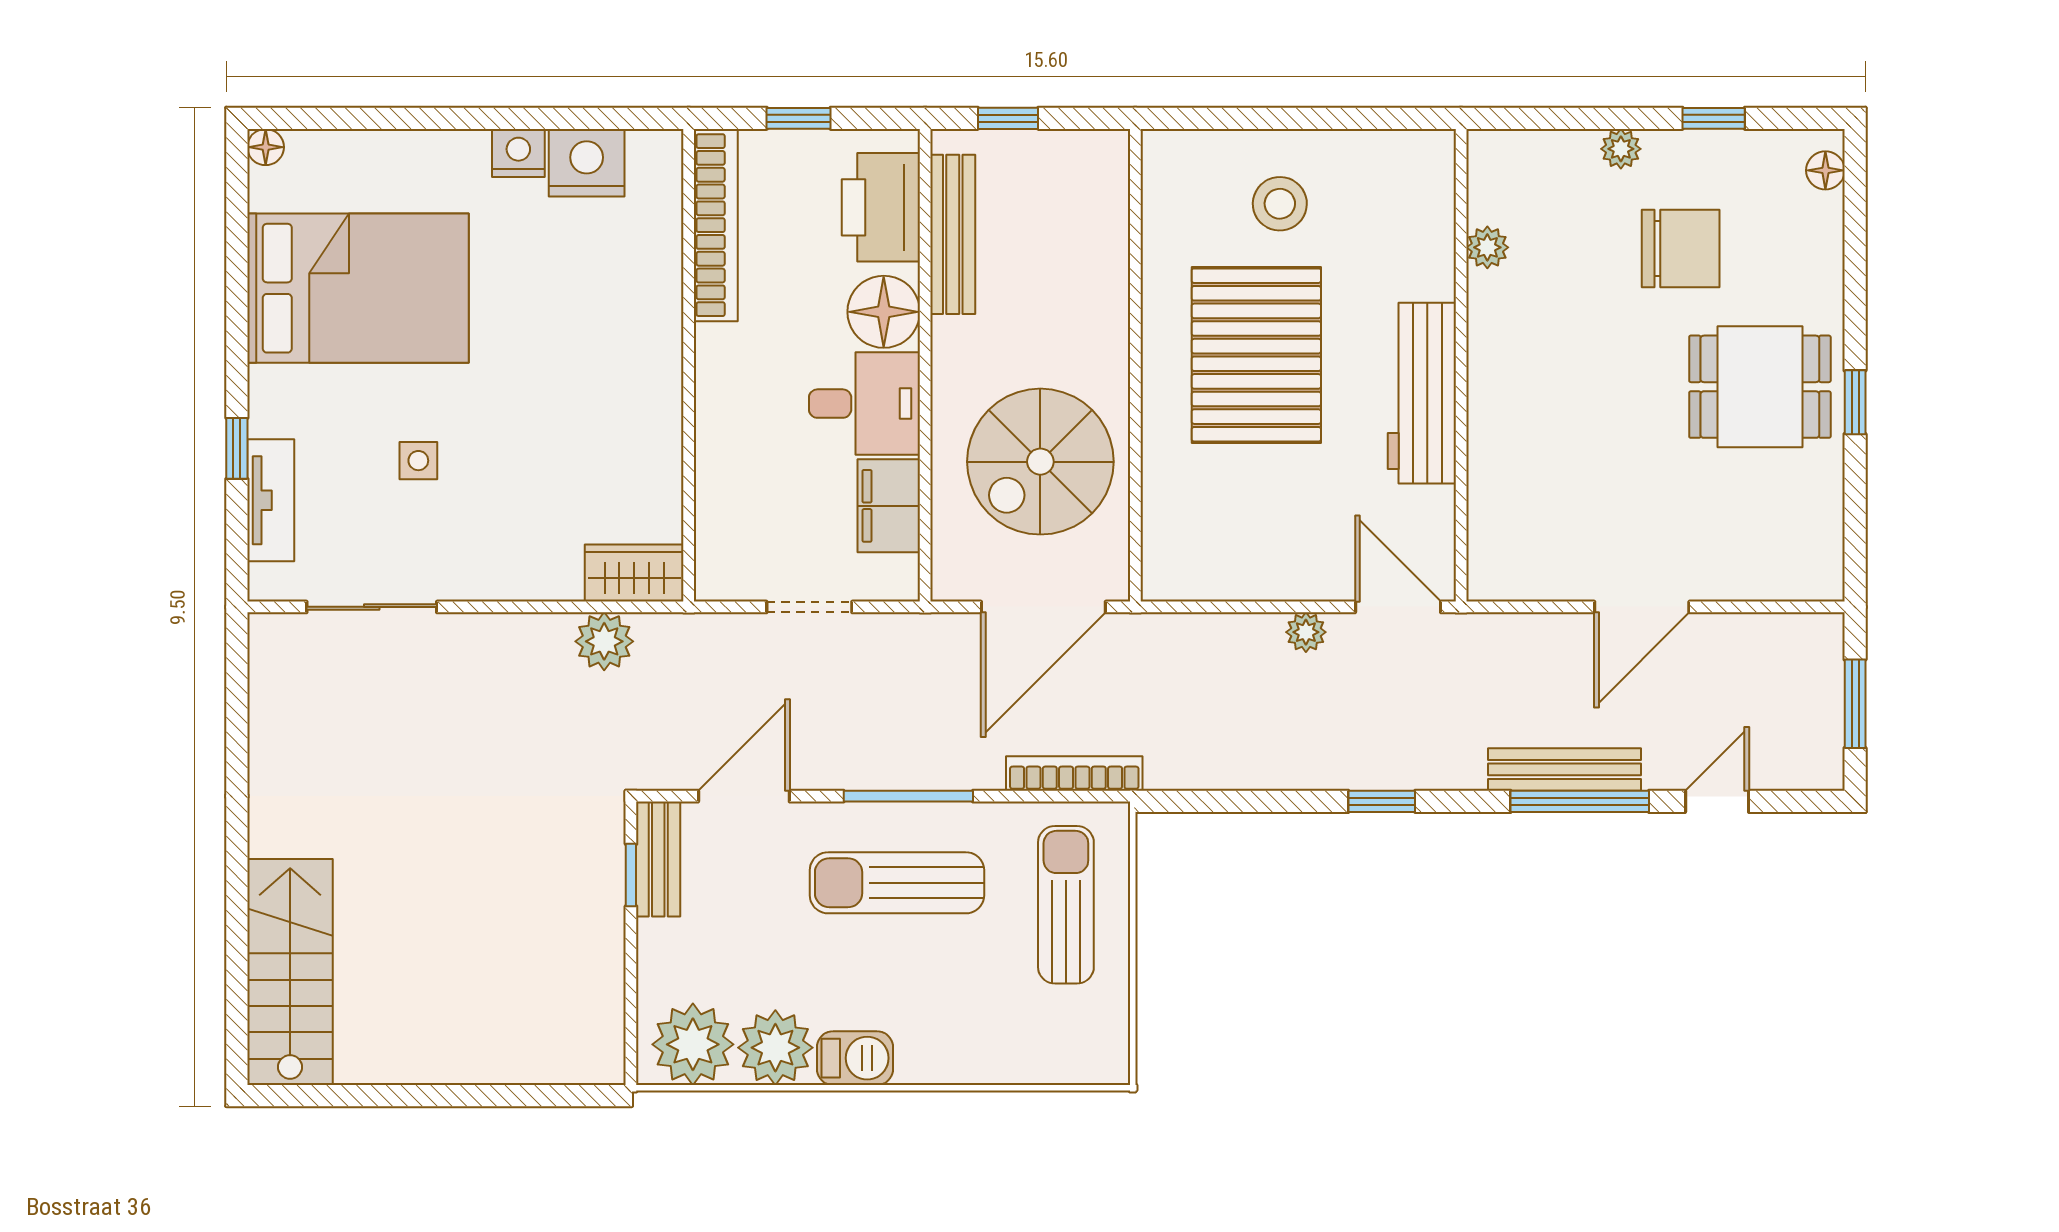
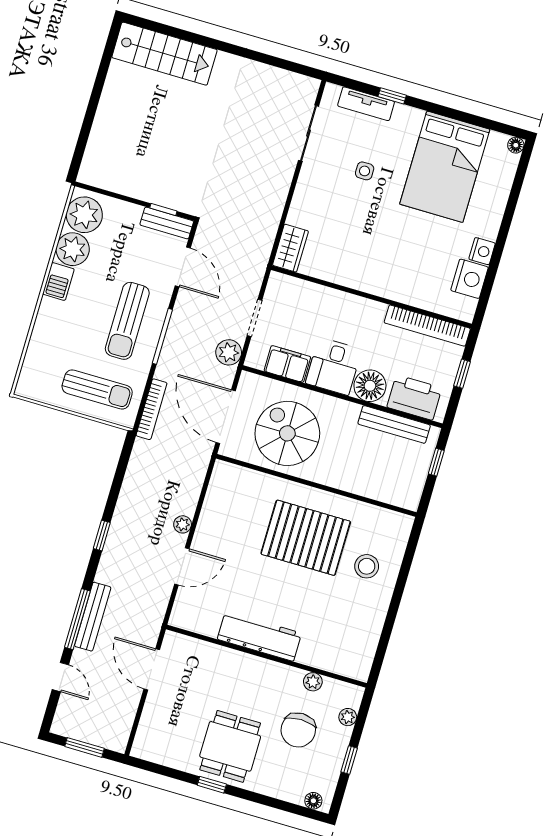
plant: (1487, 247) -> (313, 682), moved
wall: (1461, 365) -> (266, 656), moved
workbench: (1422, 393) -> (259, 636), moved
plant: (604, 641) -> (229, 352), moved
sun lounger: (897, 883) -> (127, 321), turned 180

